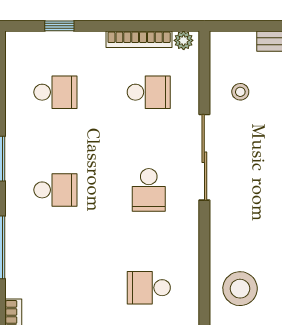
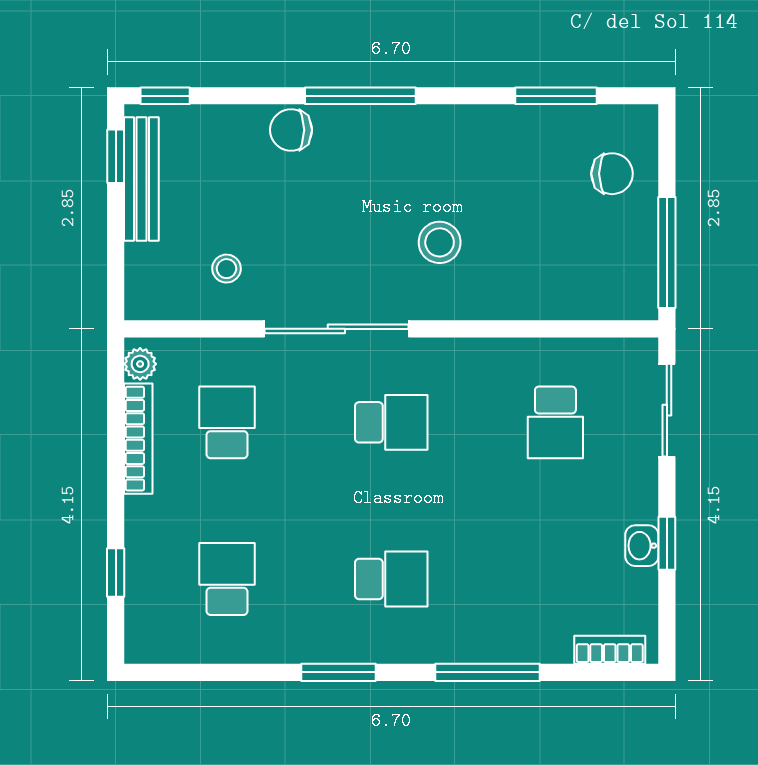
school desk: (55, 190) -> (391, 579), turned 90
stool: (240, 289) -> (440, 242), moved, width x0.73, depth x0.73

